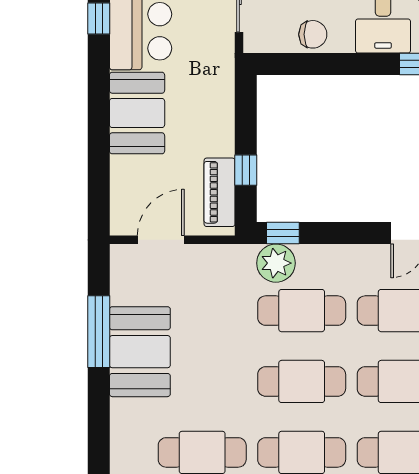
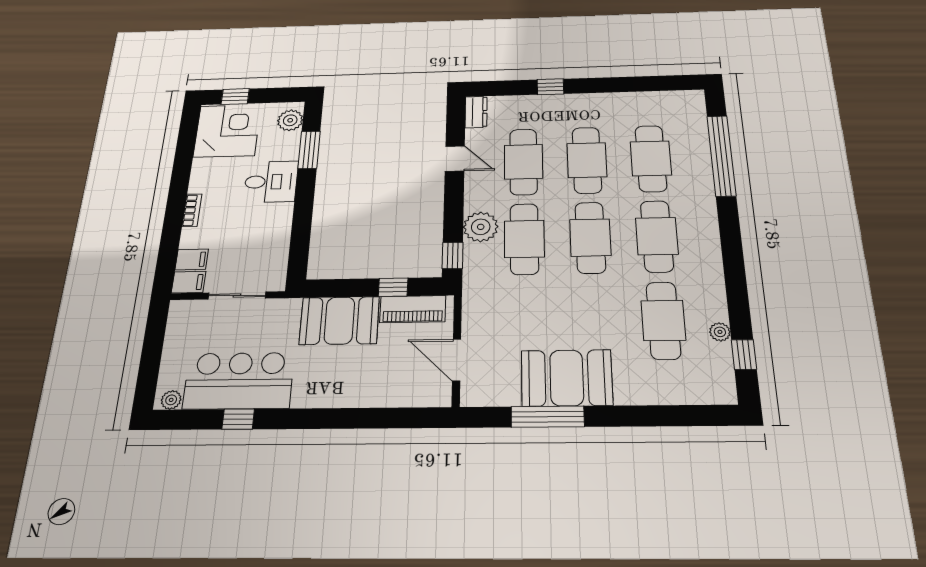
chair: (313, 34) -> (274, 235), removed
booth: (137, 113) -> (339, 321), moved
plant: (276, 263) -> (481, 227), moved

